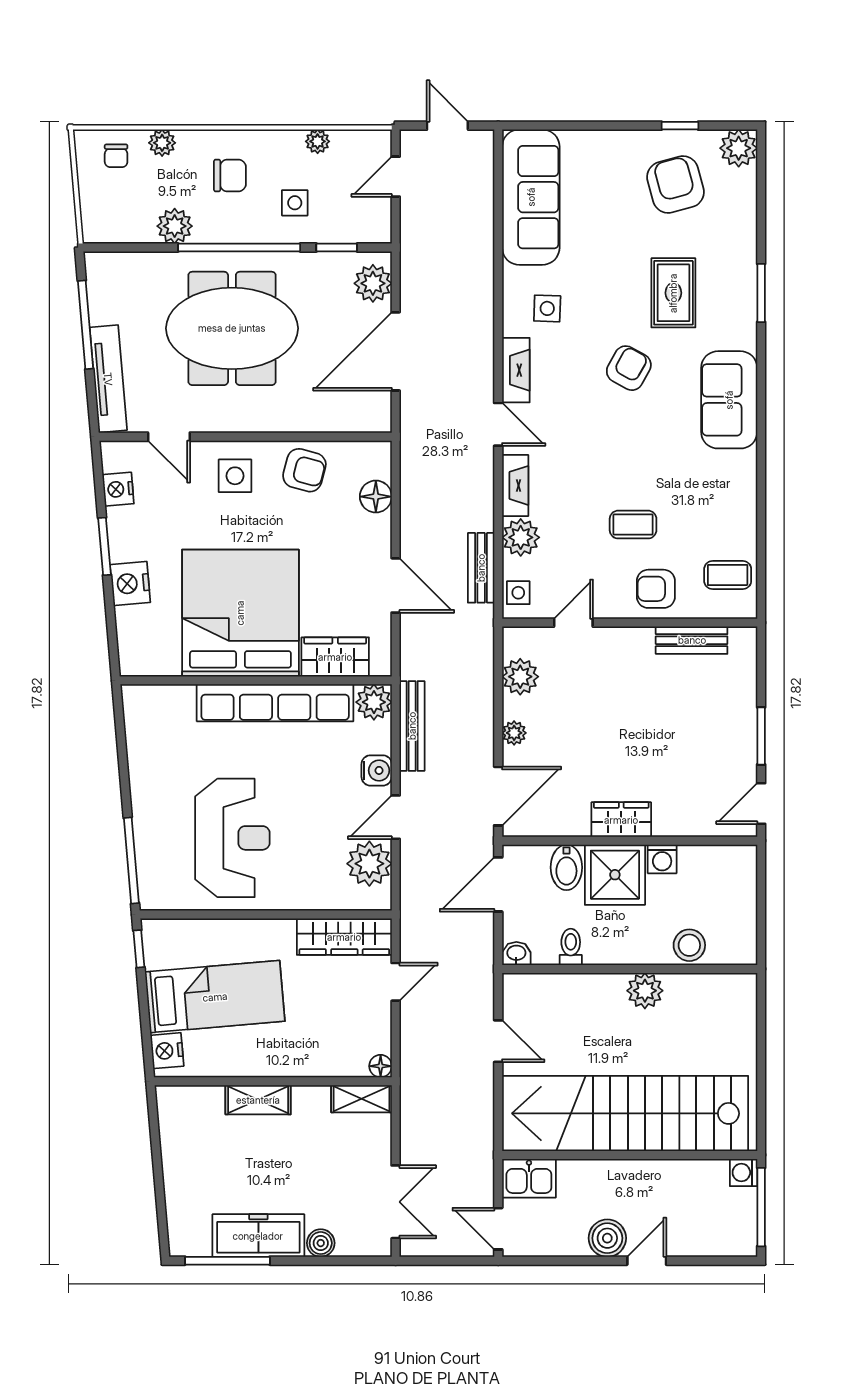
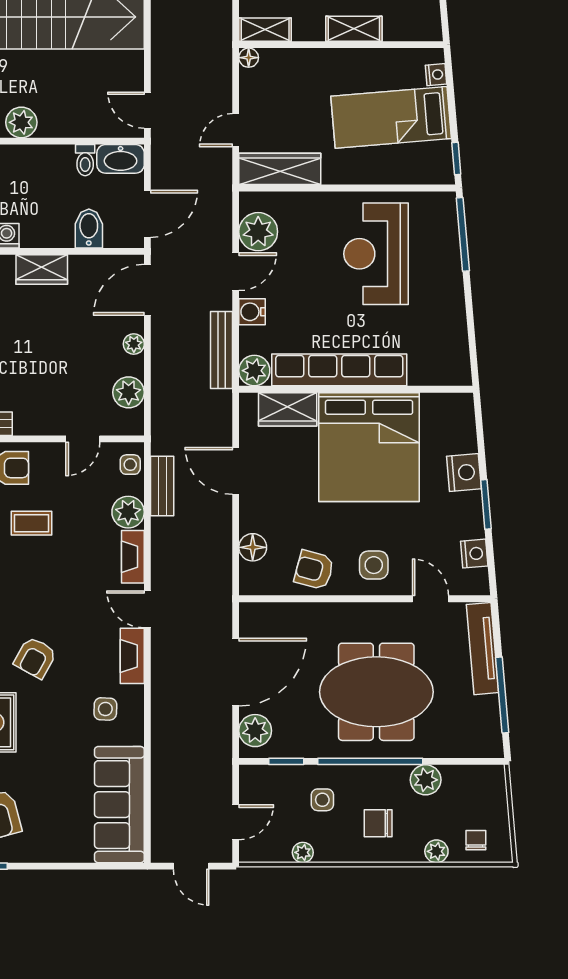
shower: (615, 875) -> (47, 222), removed
washbasin: (516, 953) -> (121, 159), width x1.91, depth x1.45
door: (498, 1041) -> (147, 110), moved
nightstand: (167, 1051) -> (436, 75), width x0.72, depth x0.74

